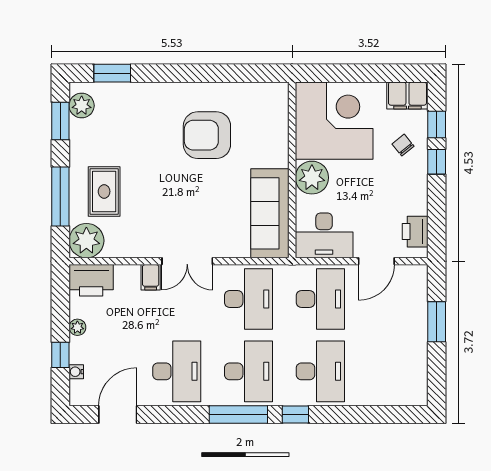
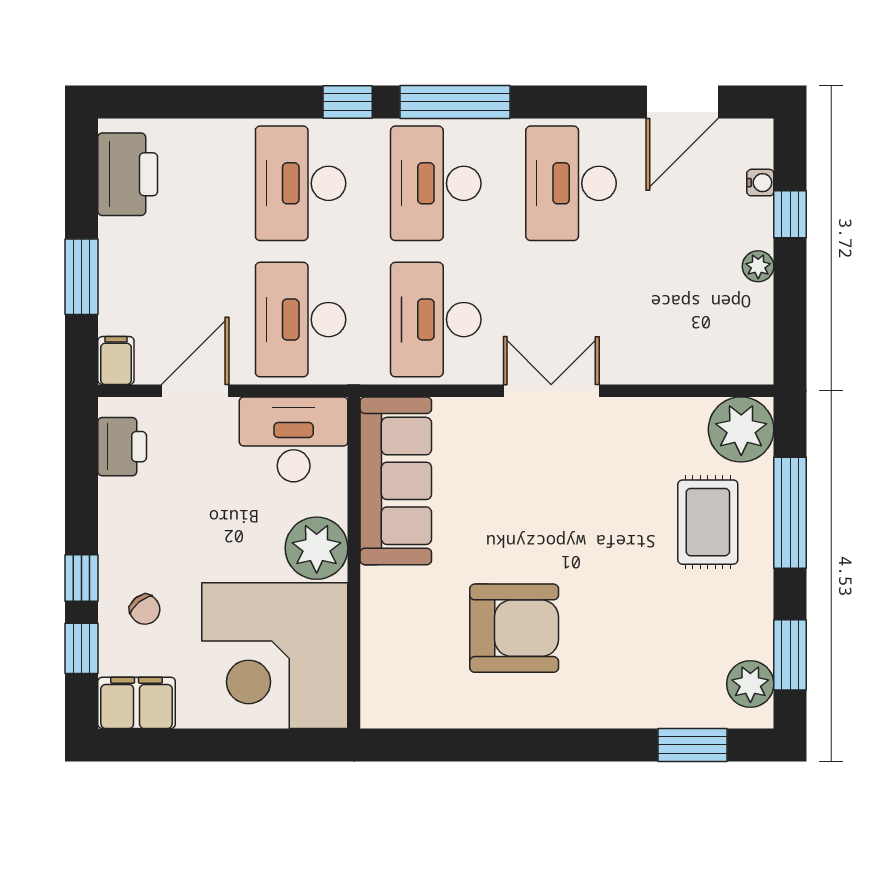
filing cabinet: (151, 277) -> (116, 361), moved
printer: (91, 280) -> (128, 174), moved, turned 90

